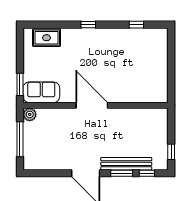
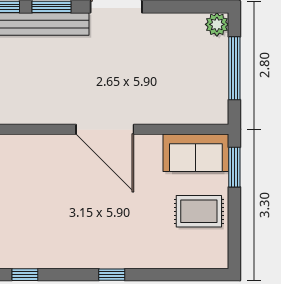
rug: (46, 38) -> (199, 211), moved
plant: (30, 114) -> (217, 24), moved

